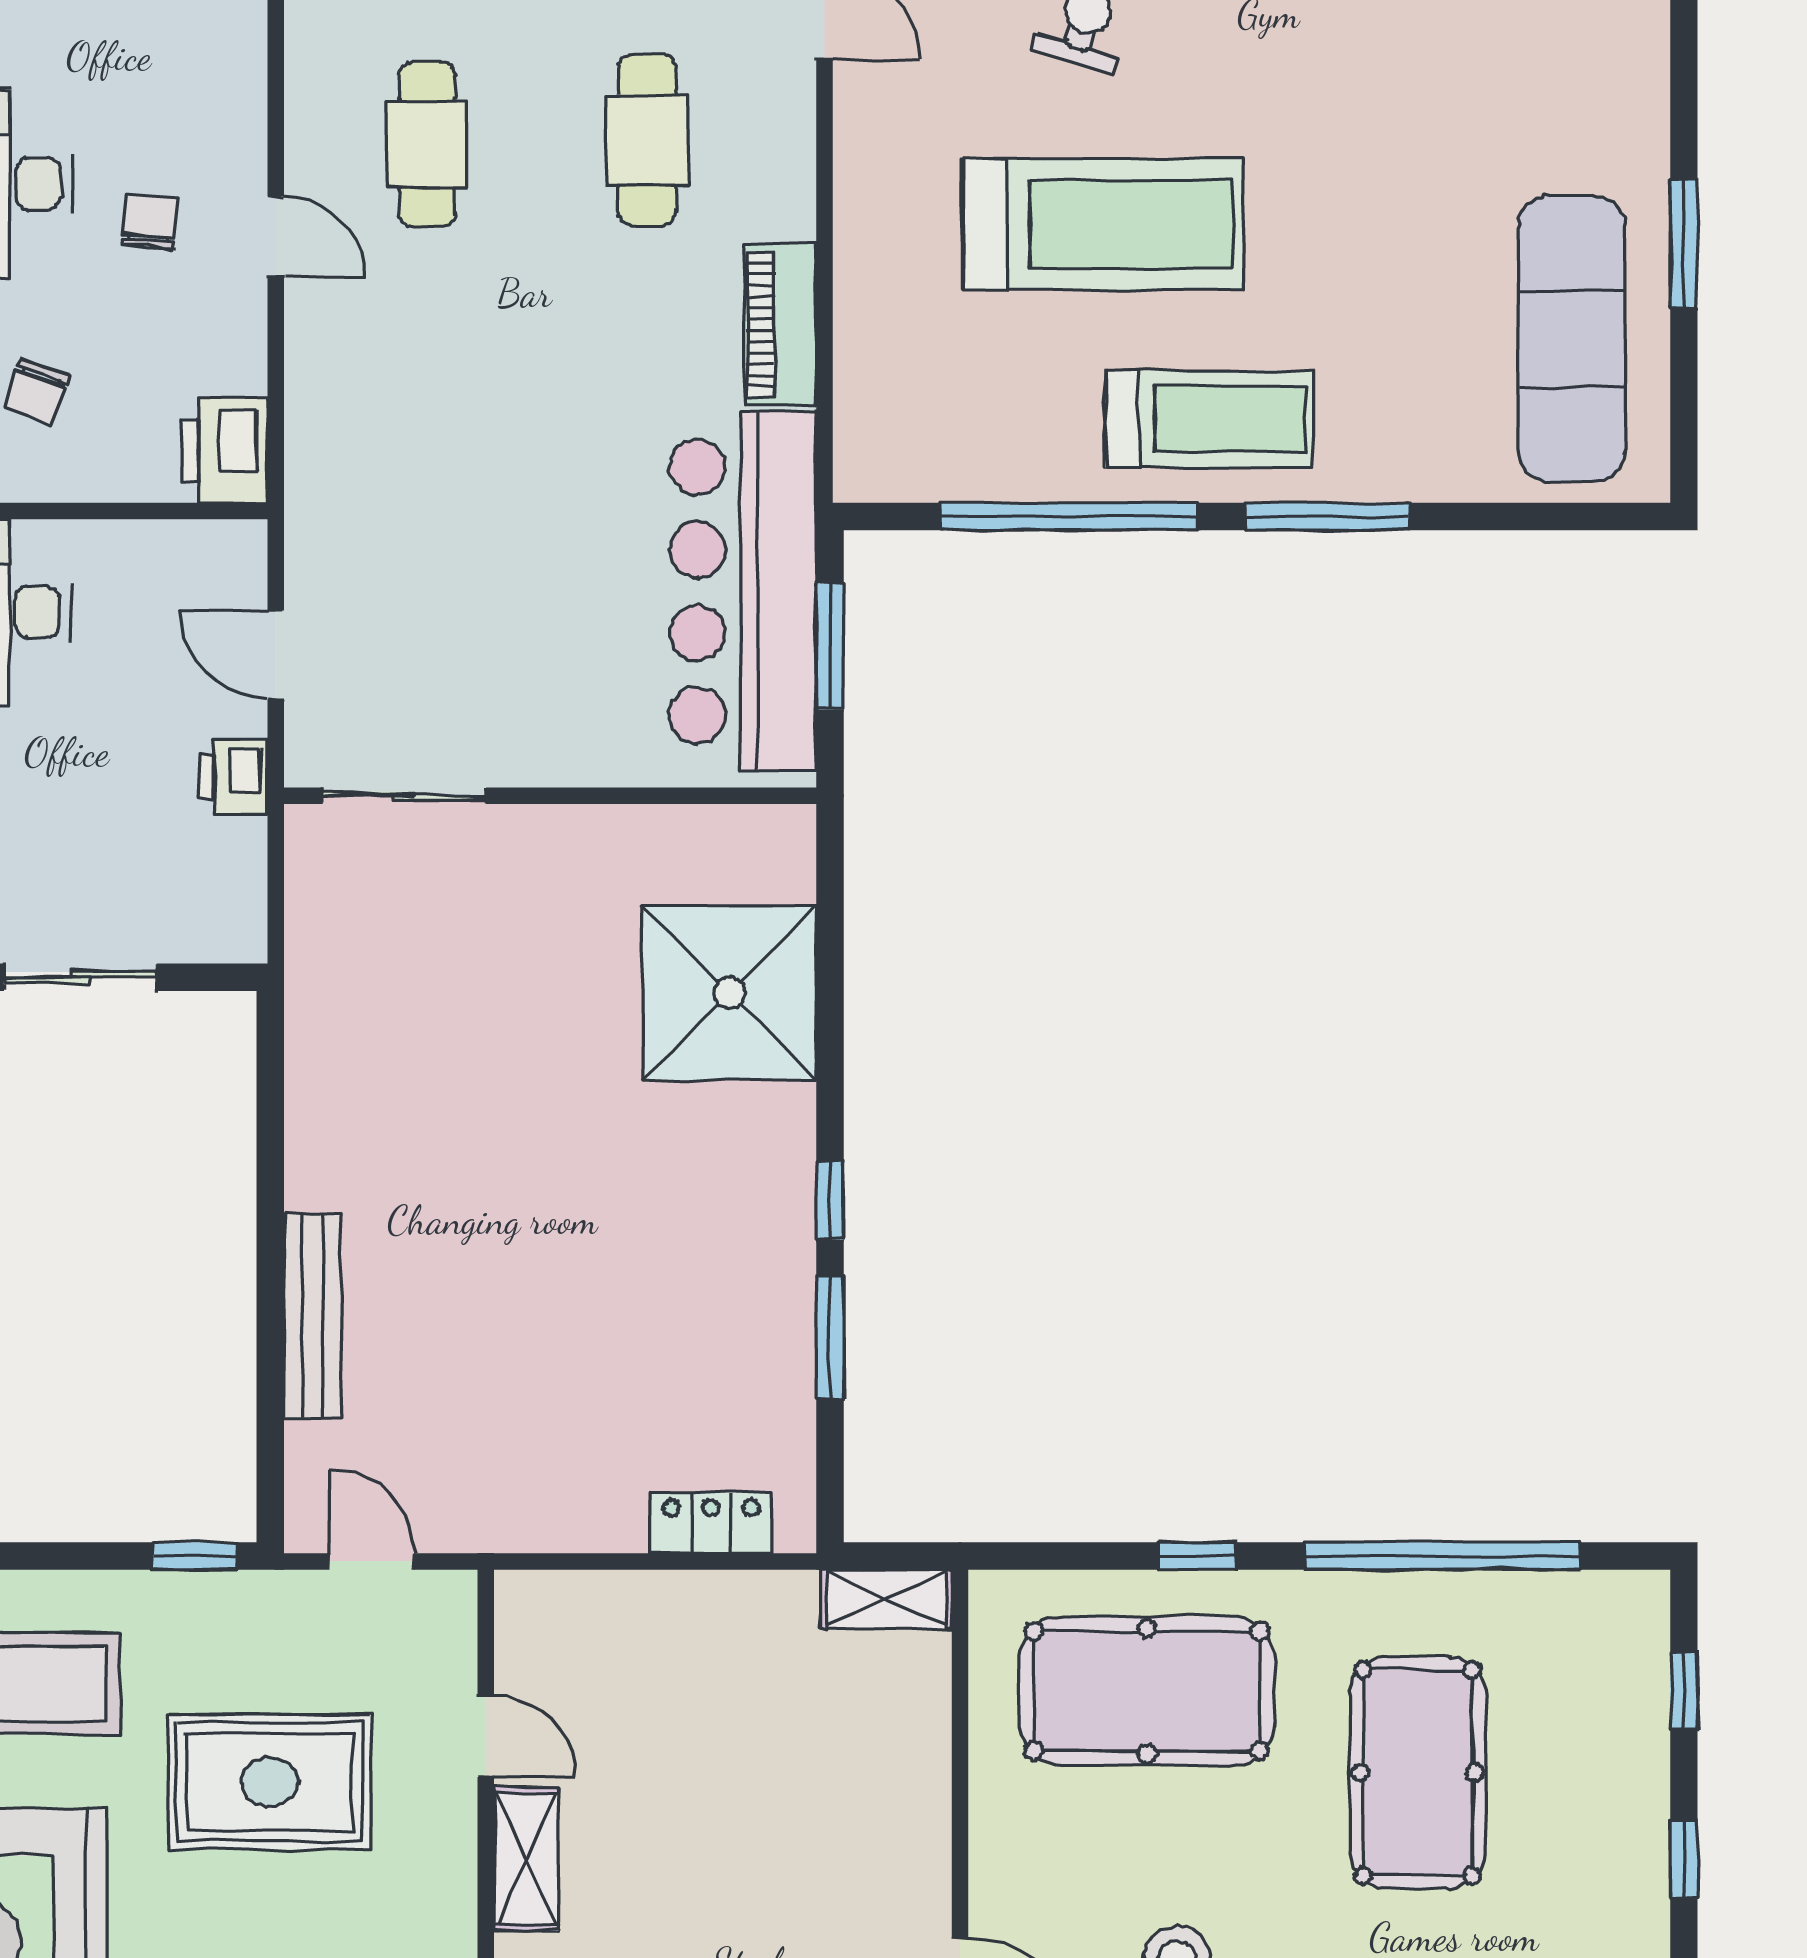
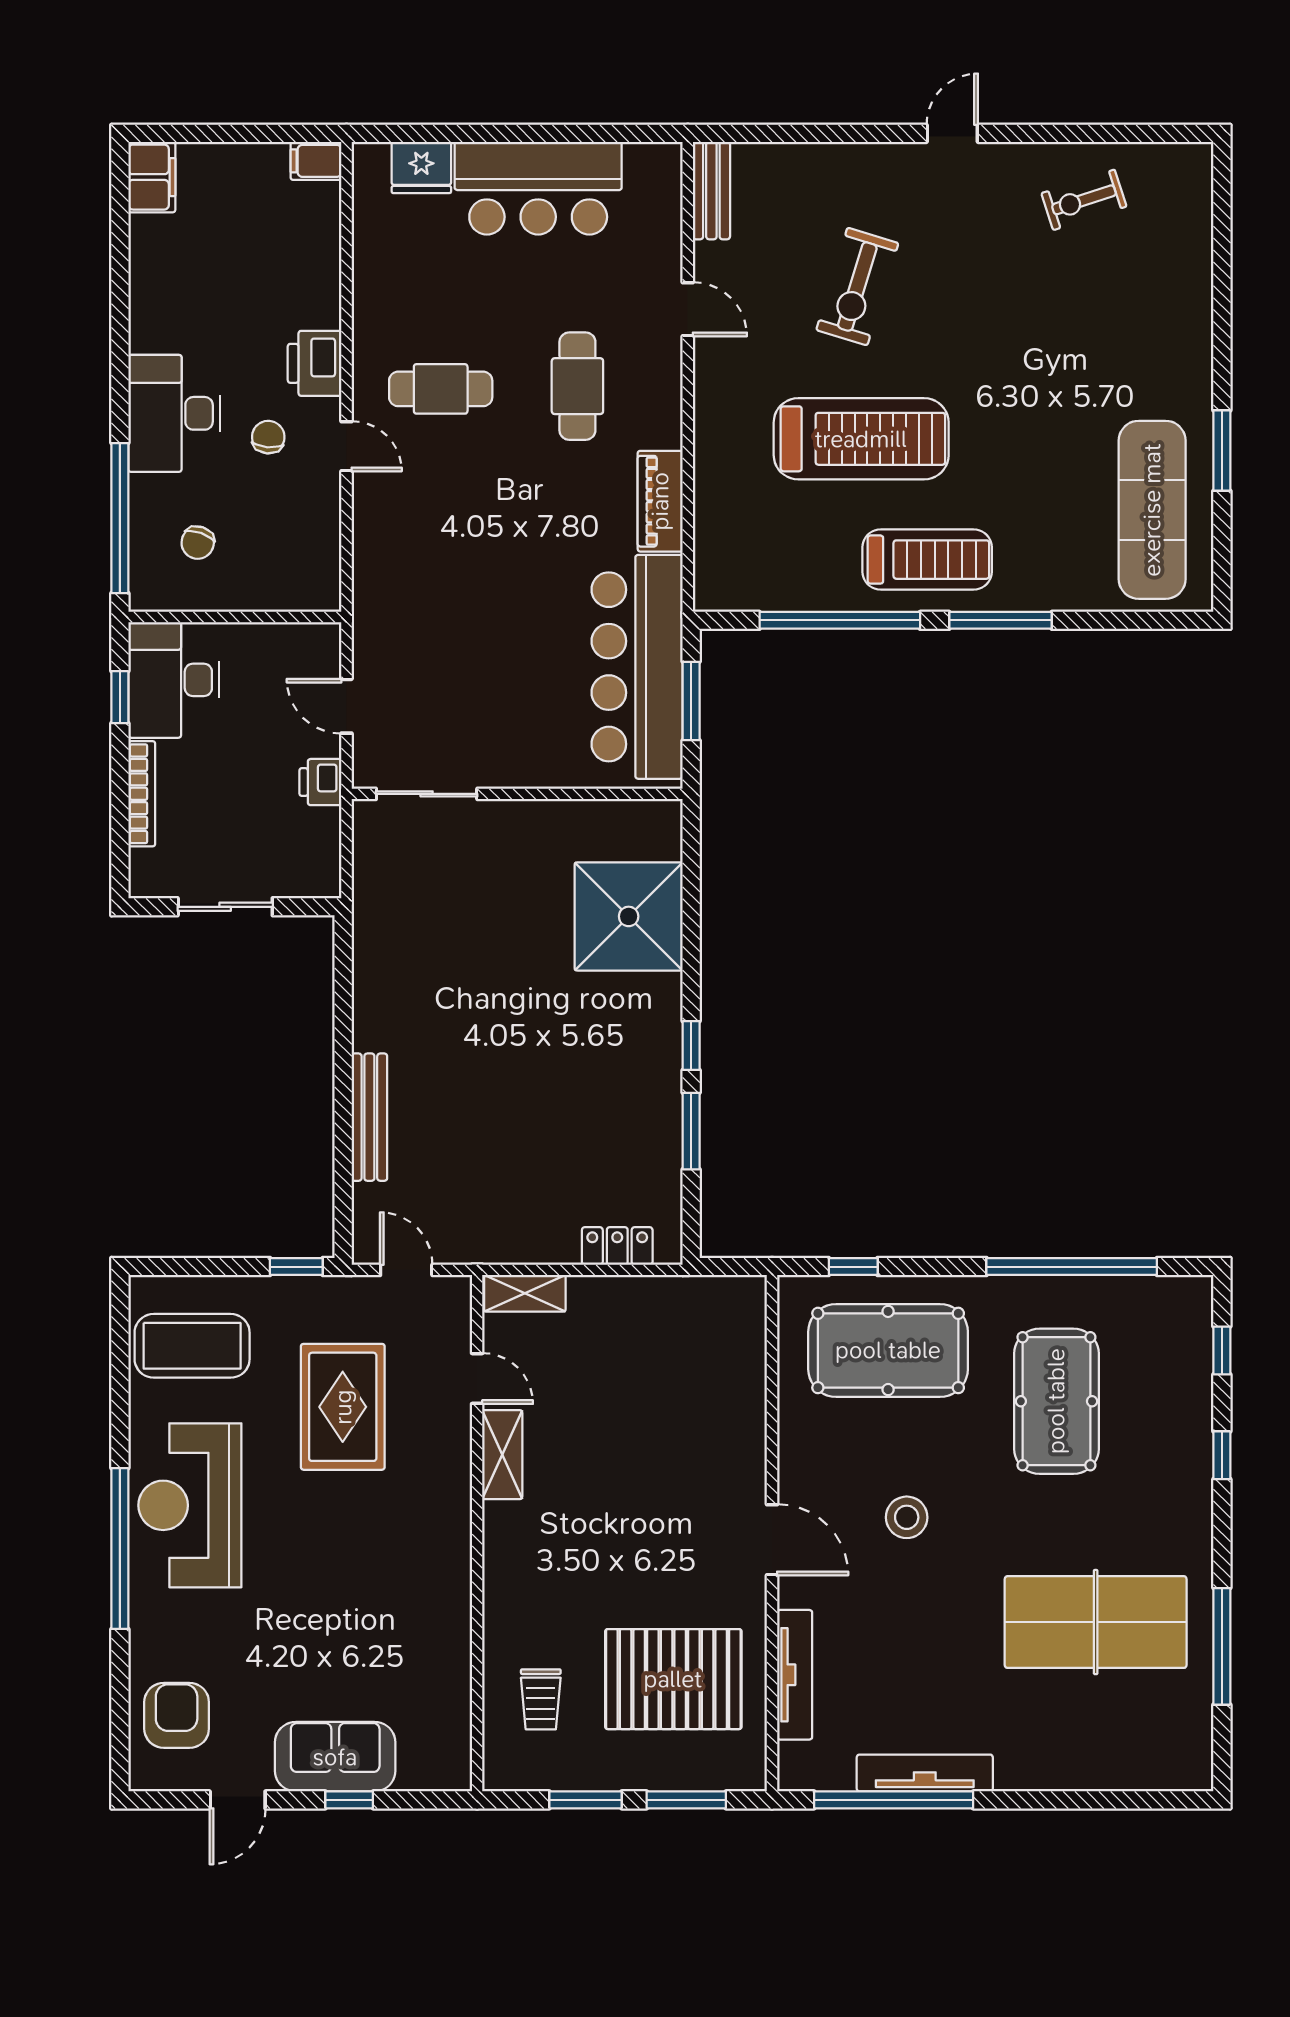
cafe table: (427, 144) -> (441, 389), turned 90
printer: (224, 451) -> (315, 363), moved
window: (1197, 1556) -> (853, 1267), moved
shelving: (886, 1599) -> (525, 1293), moved
rug: (270, 1782) -> (343, 1407), turned 90

